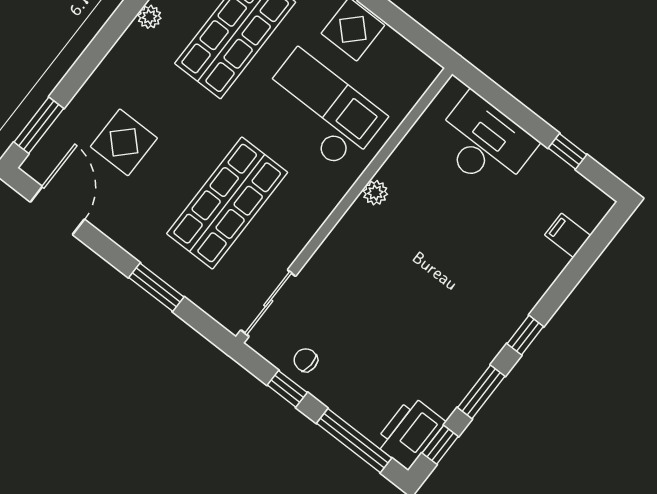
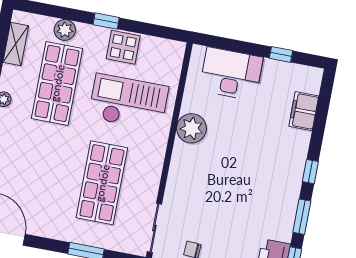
display table: (124, 142) -> (25, 178), removed
plant: (375, 193) -> (192, 128), width x1.87, depth x1.87
filing cabinet: (568, 235) -> (304, 111), width x2.00

